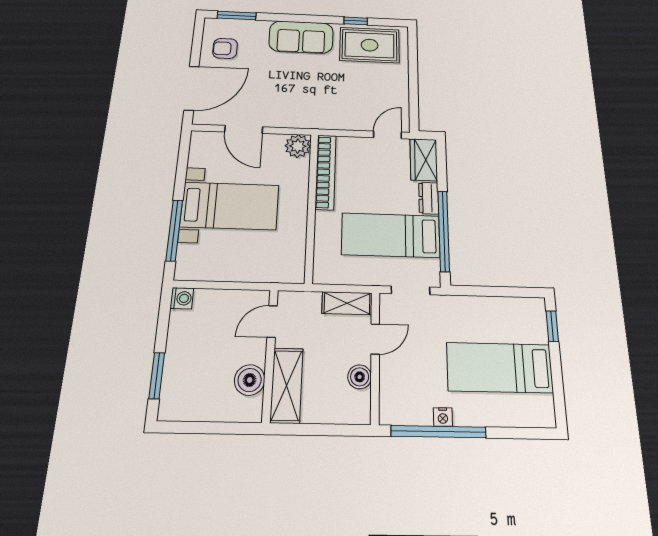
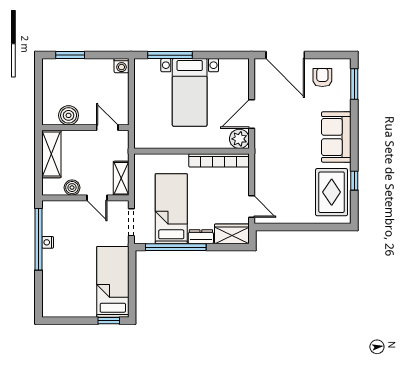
door: (244, 129) -> (252, 114), moved
bed: (500, 368) -> (113, 282), moved
shelving: (287, 385) -> (51, 154), moved, turned 90

